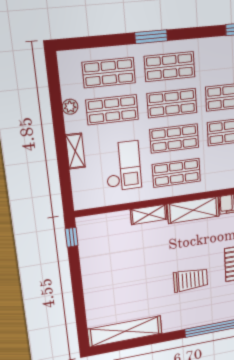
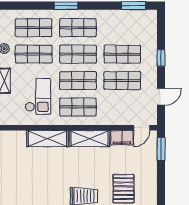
shelving: (149, 214) -> (47, 139), width x1.50, depth x1.33

